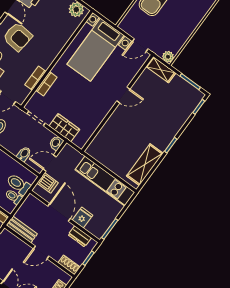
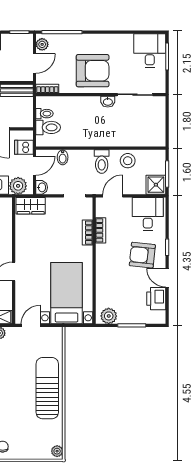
wardrobe: (64, 128) -> (31, 206), moved
plant: (73, 157) -> (18, 186), added

